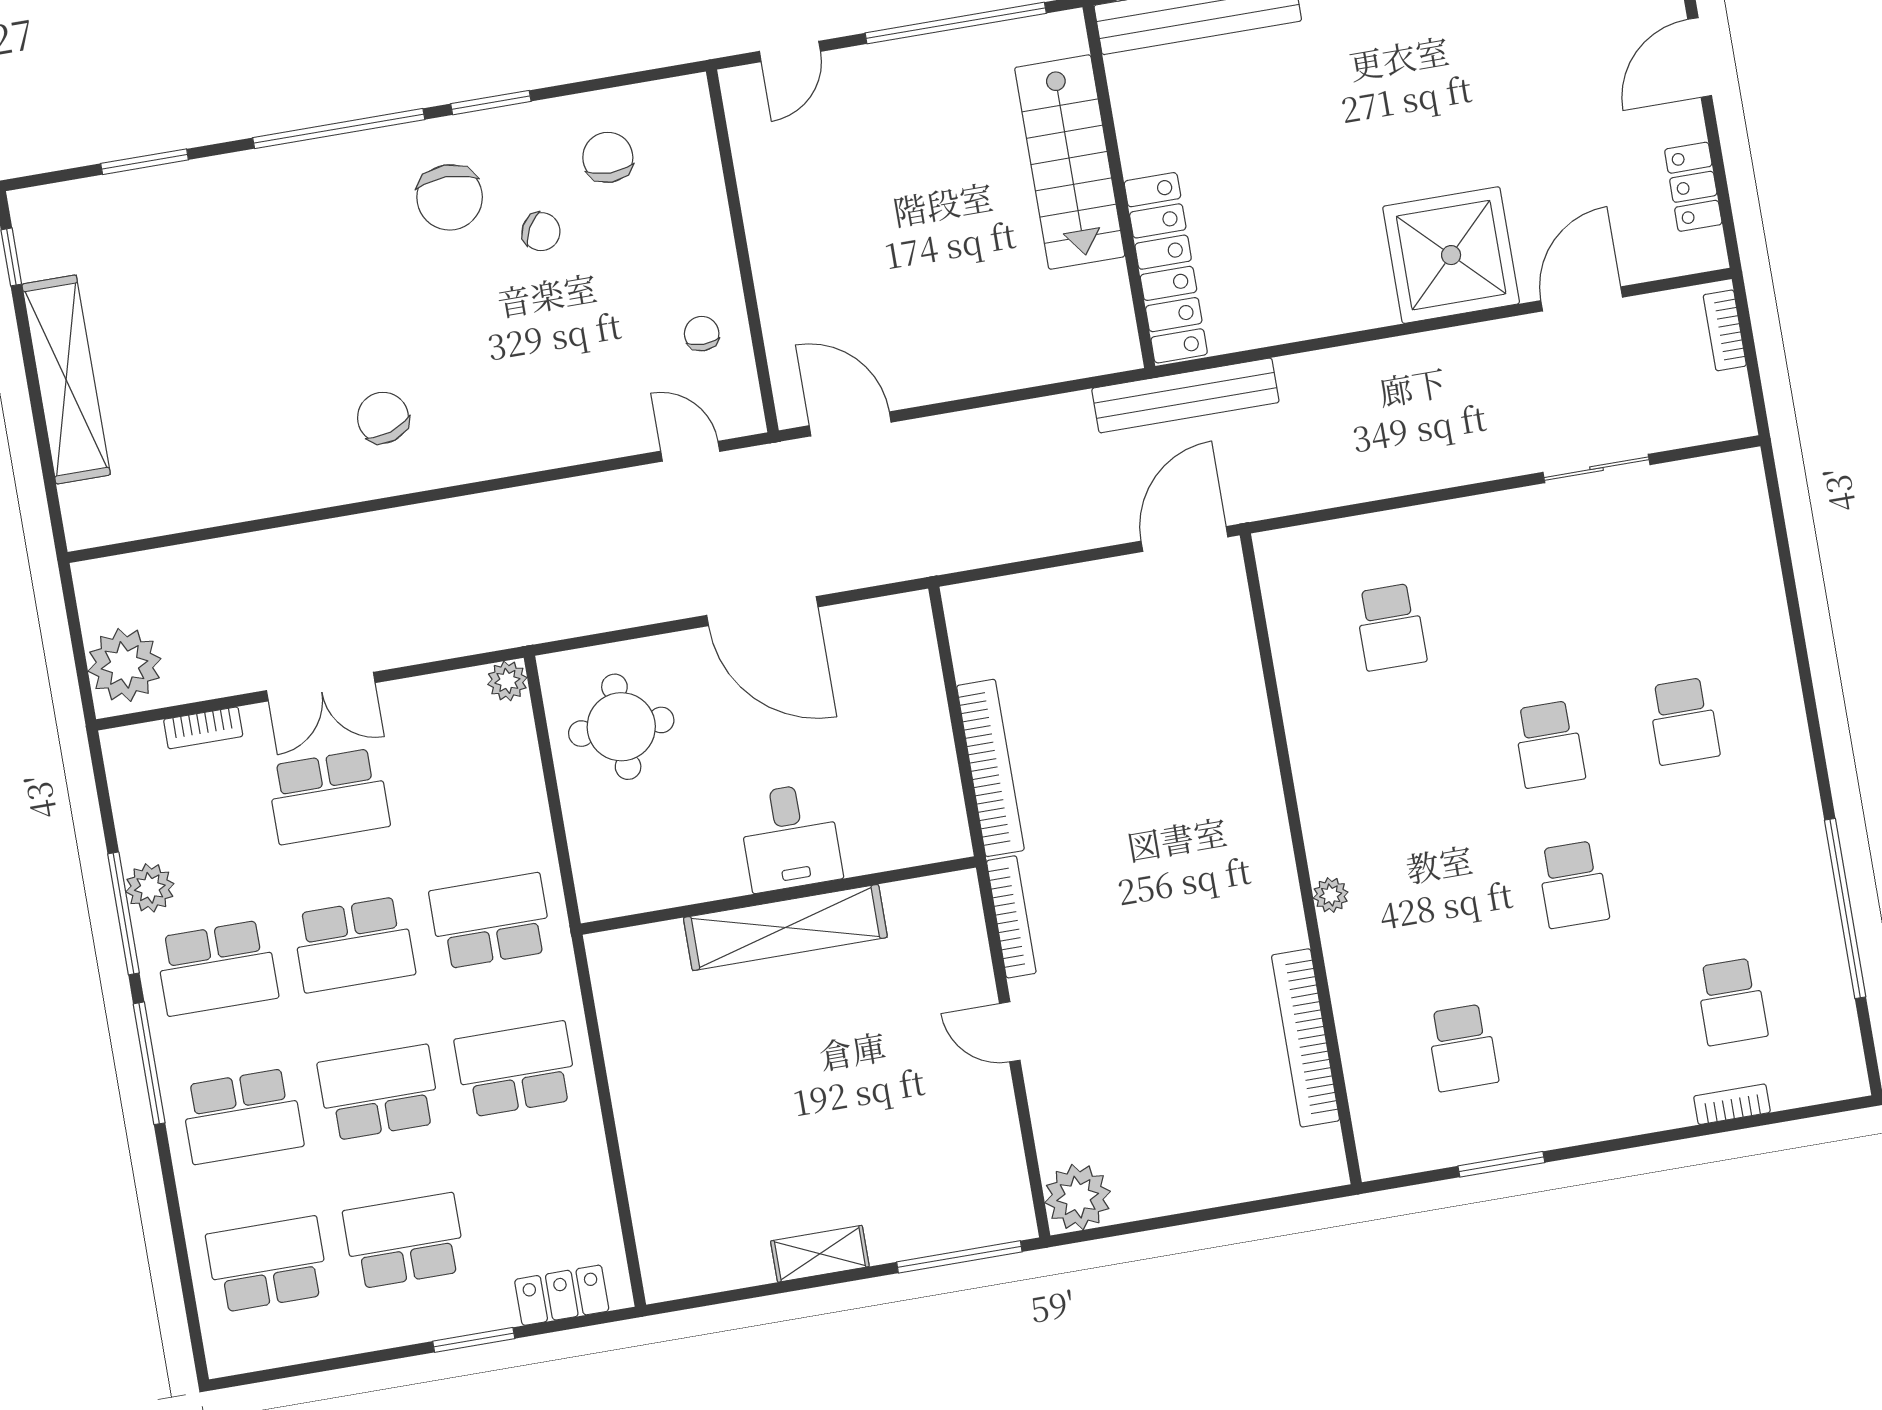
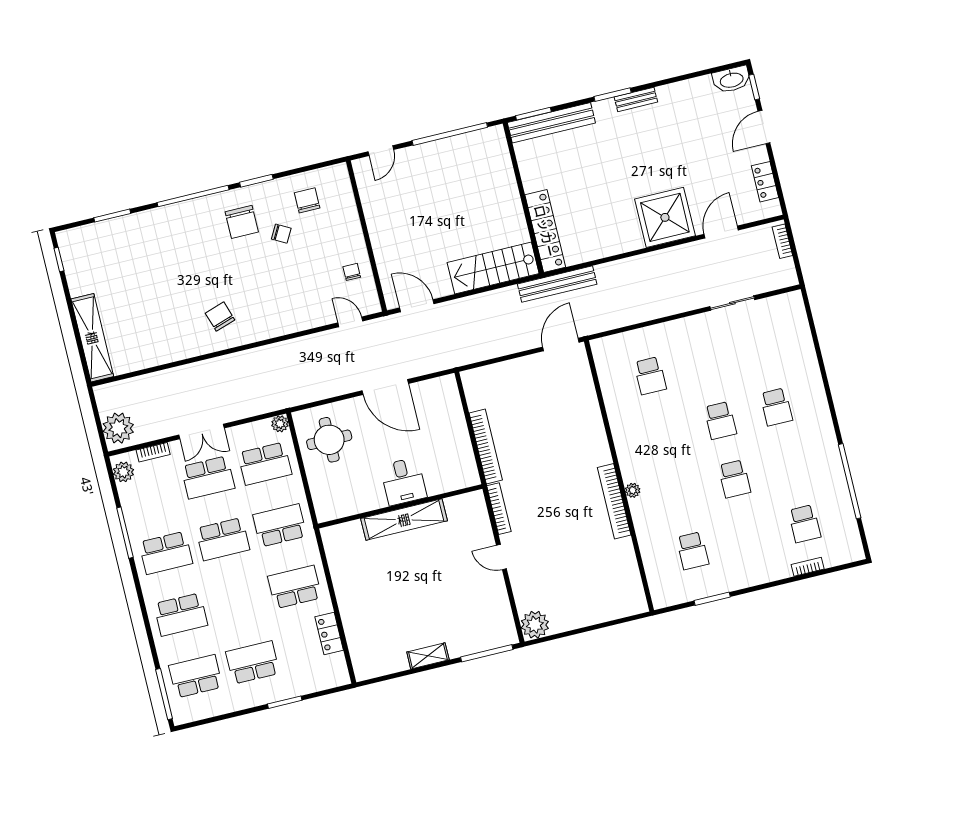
stairs: (1070, 162) -> (493, 268), moved, turned 90
shelving: (66, 379) -> (92, 338), moved
plant: (150, 888) -> (123, 472), moved
bookcase: (1306, 1038) -> (614, 501), moved
window: (149, 1063) -> (164, 694), moved
school desk: (379, 1093) -> (265, 464), moved, turned 180
locker: (562, 1295) -> (329, 633), moved, turned -90

